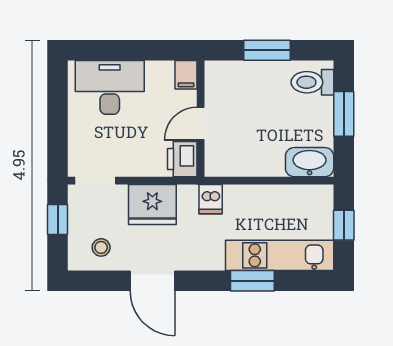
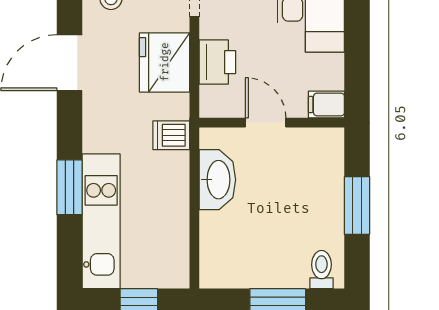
toilet: (312, 82) -> (321, 270), width x0.73, depth x0.72
printer: (182, 159) -> (217, 62), moved, turned 90
washbasin: (310, 162) -> (217, 180), moved

